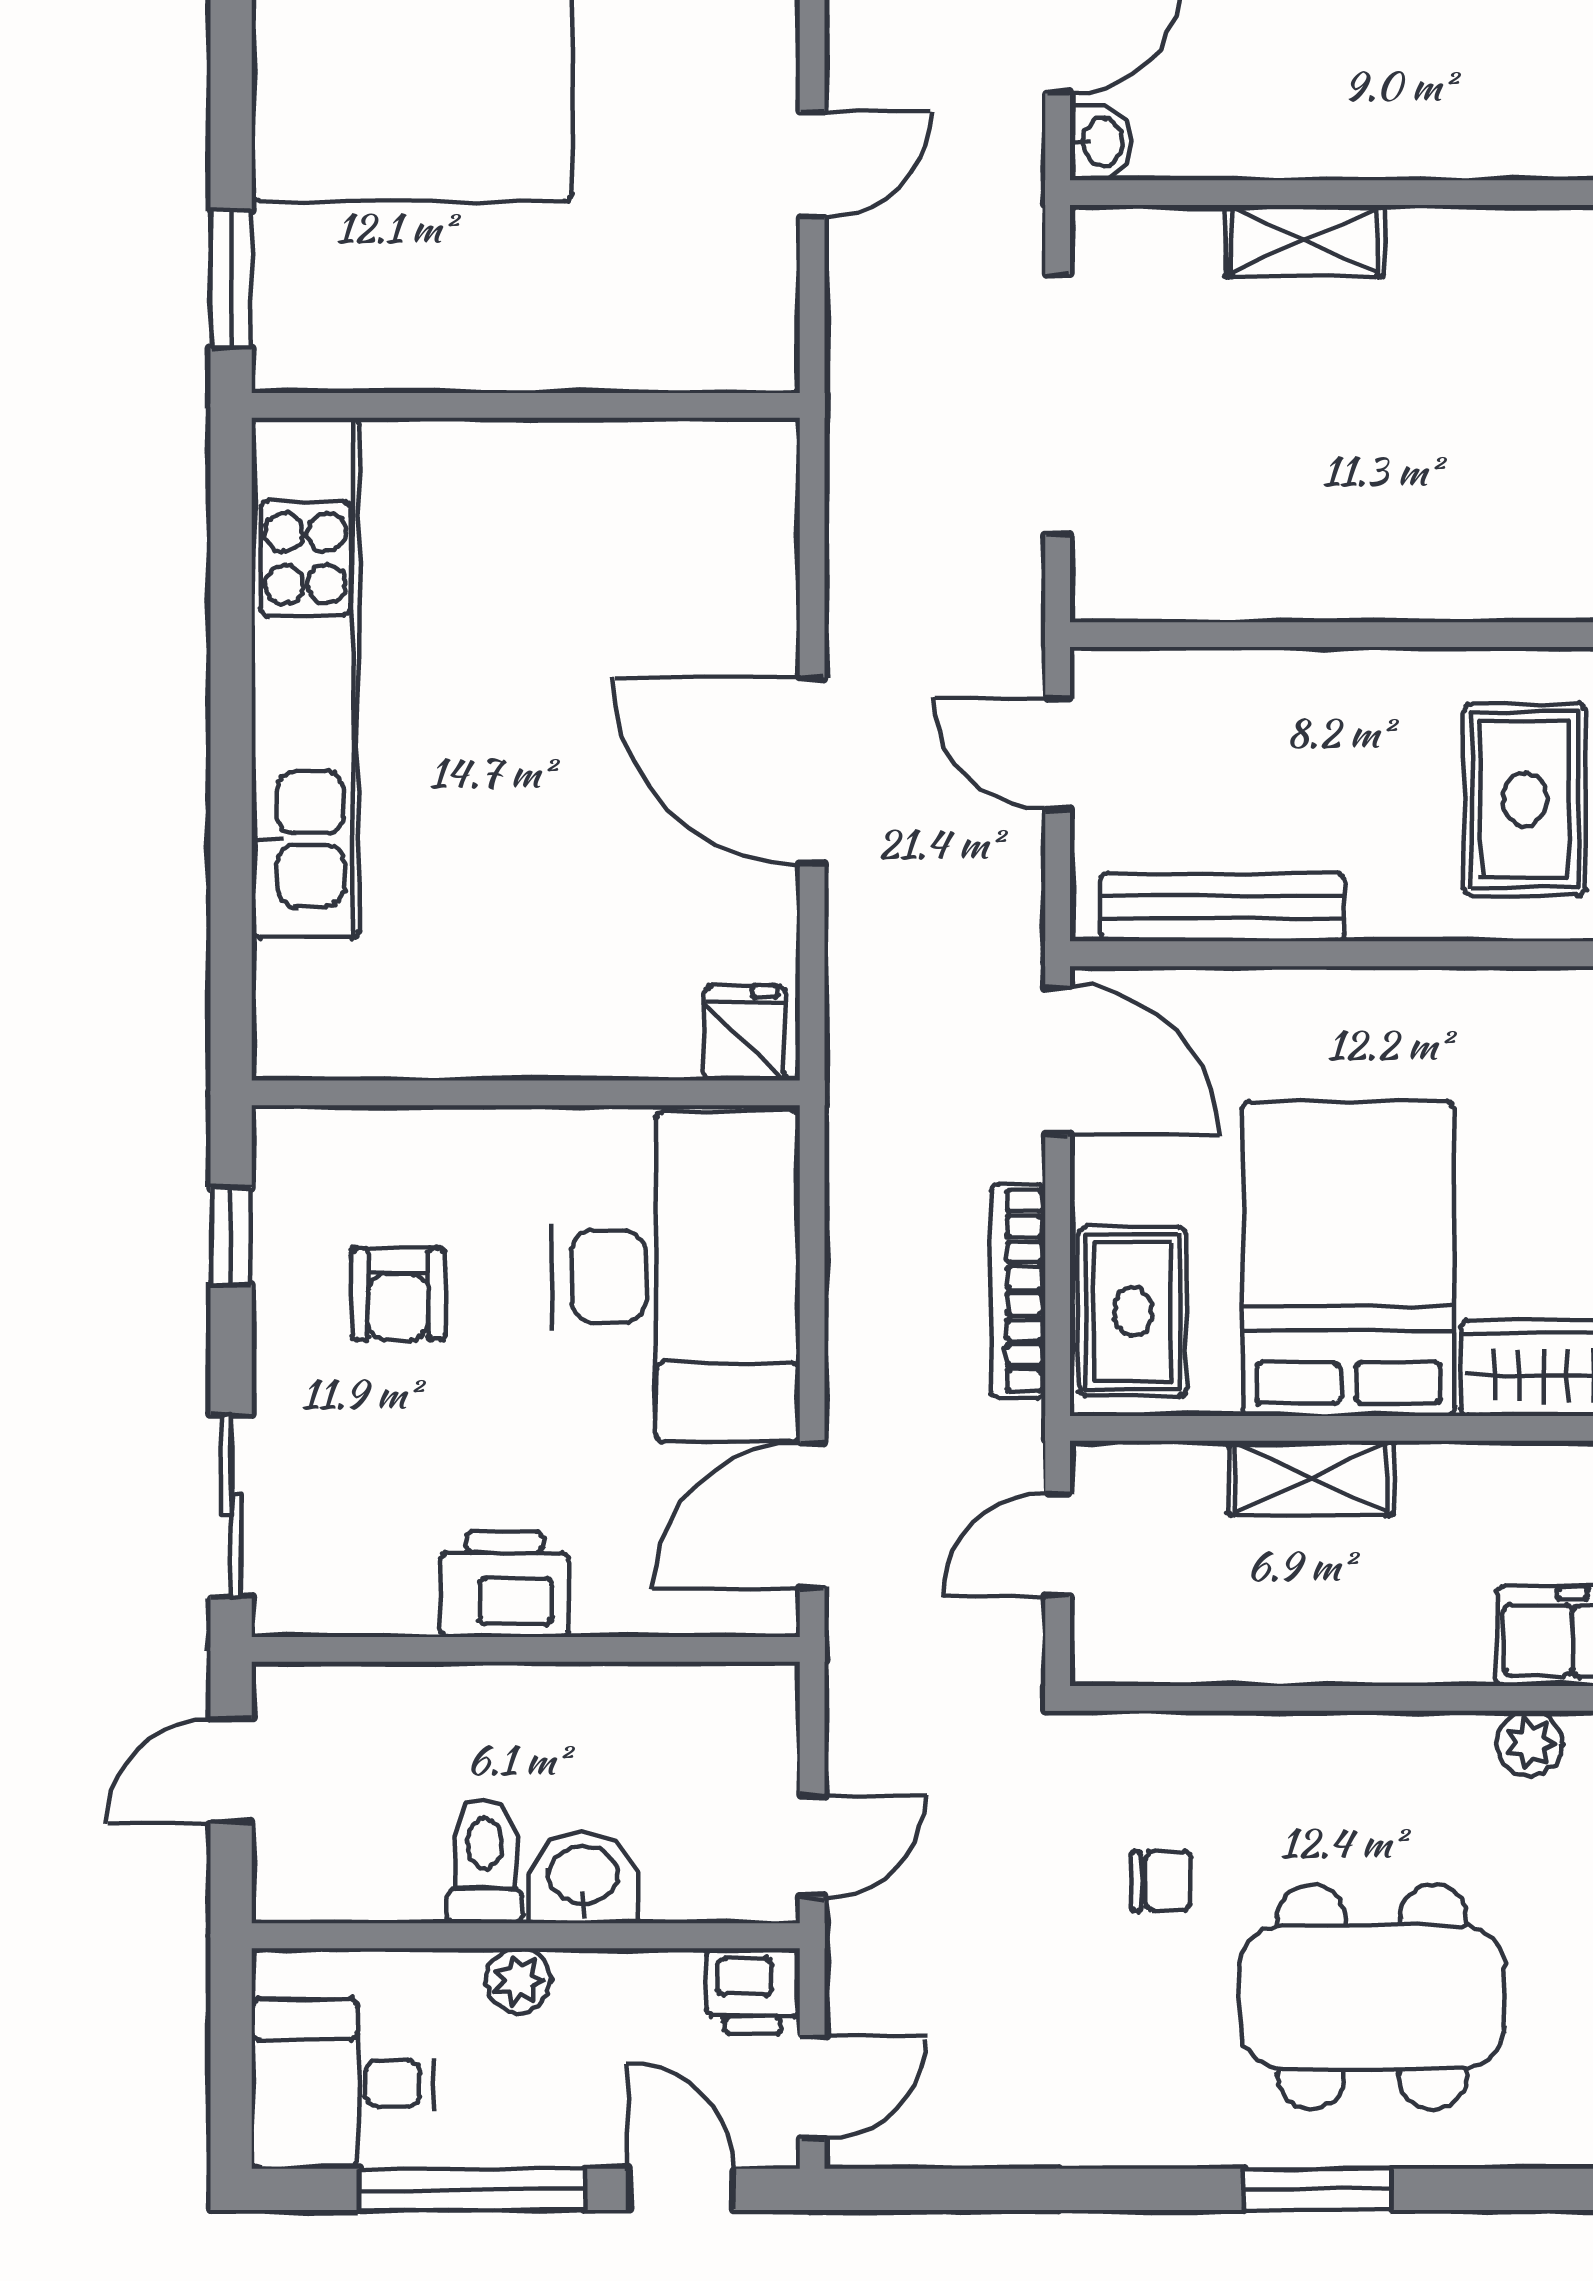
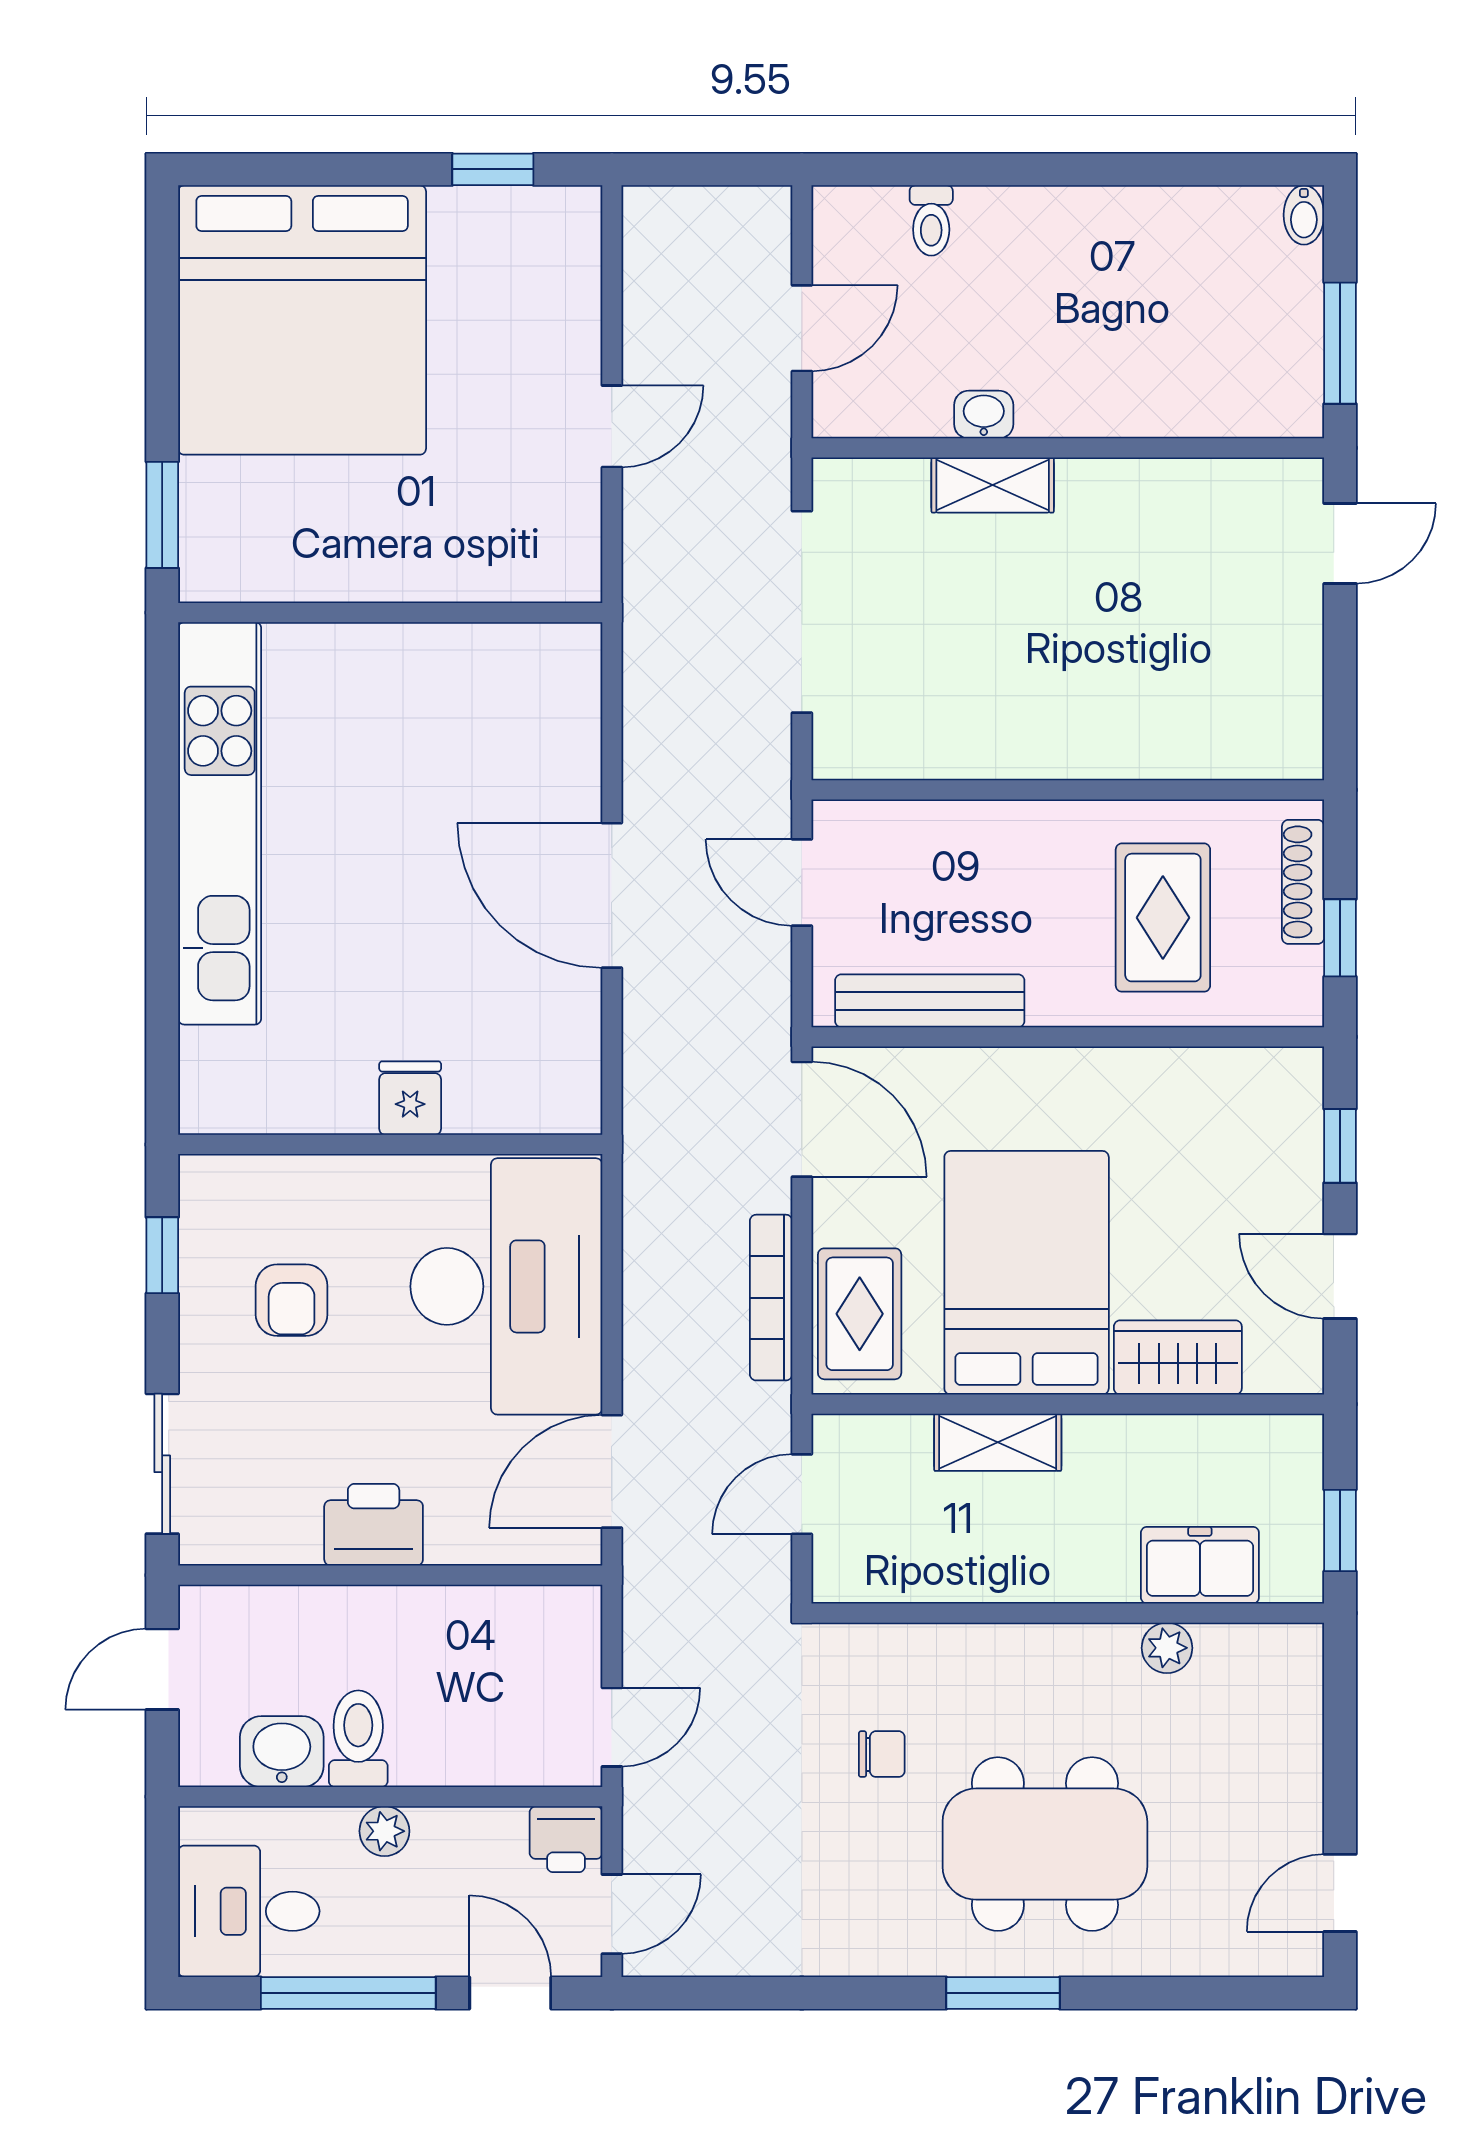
washbasin: (1101, 142) -> (984, 415), moved, turned -90
fridge: (745, 1033) -> (410, 1098), moved
washbasin: (583, 1878) -> (282, 1752), moved

